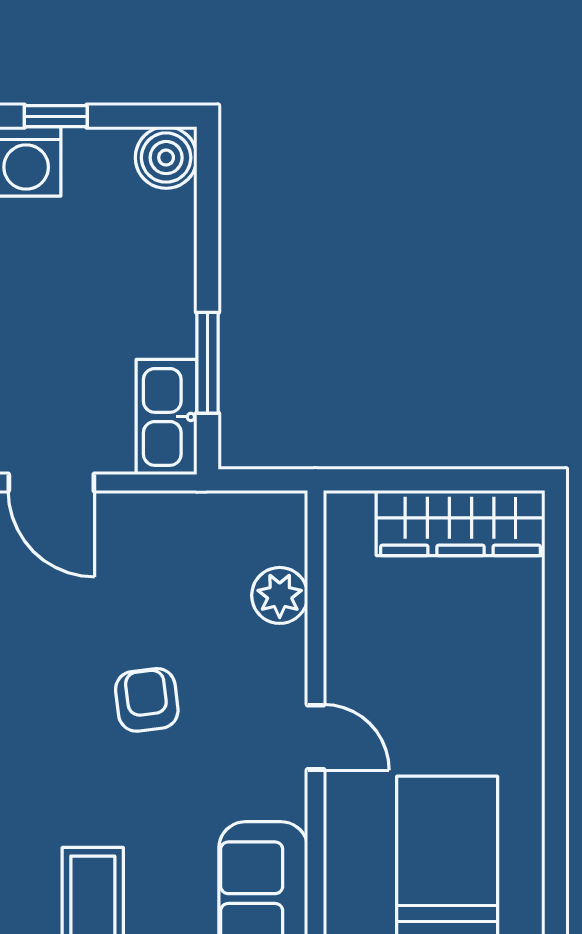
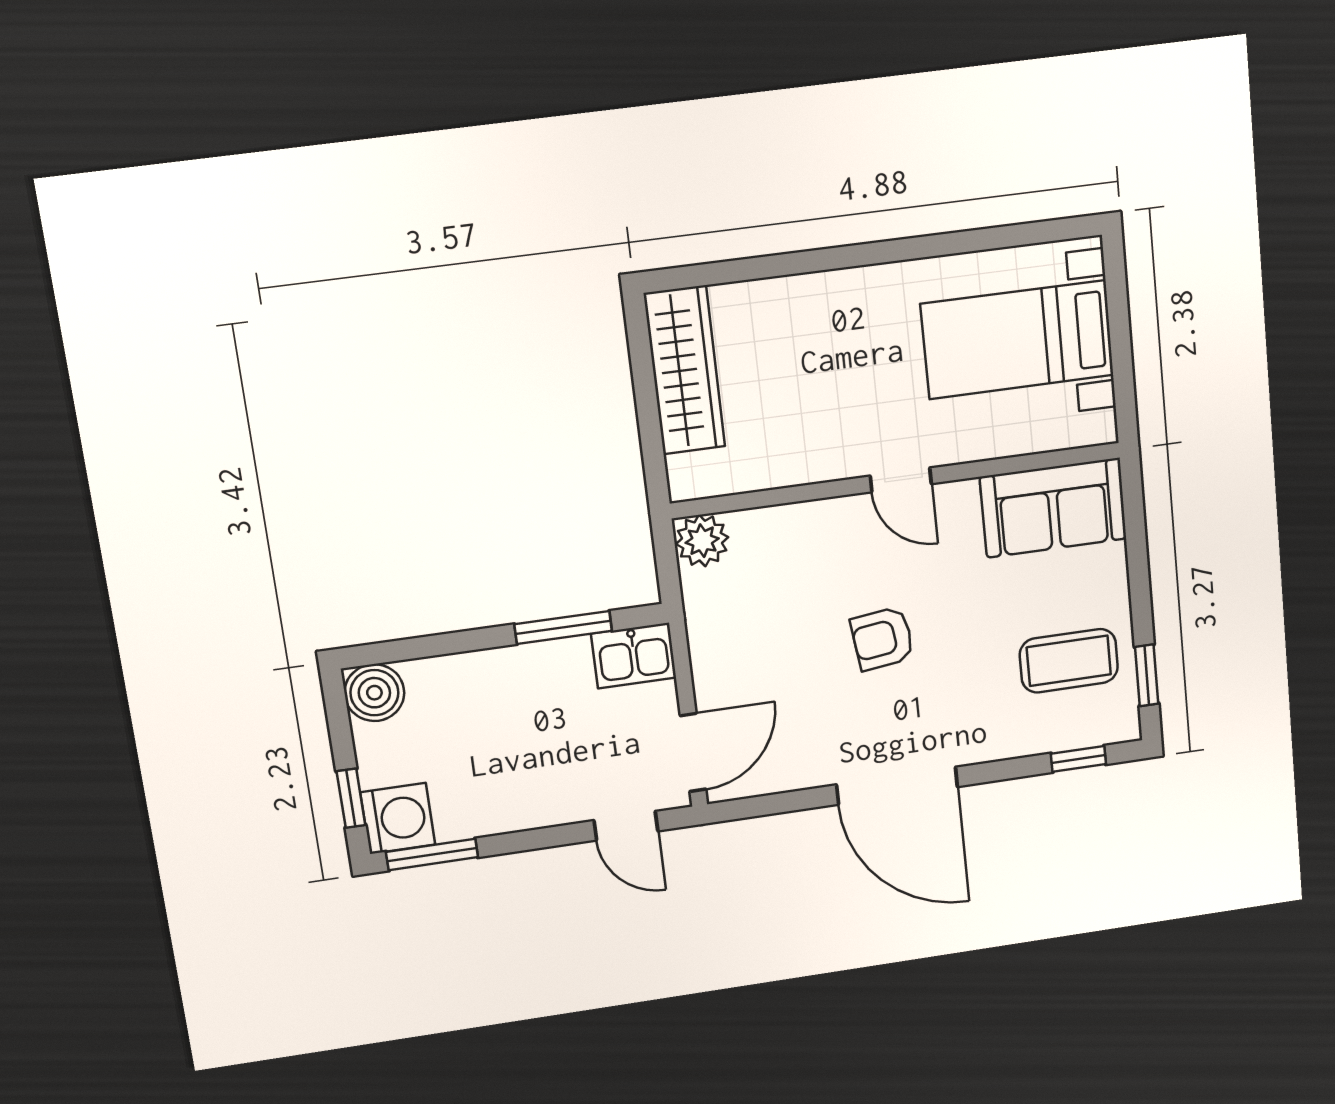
kitchen sink: (167, 417) -> (634, 656), width x0.73
plant: (280, 595) -> (702, 541), moved
door: (316, 737) -> (901, 480), swing flipped

